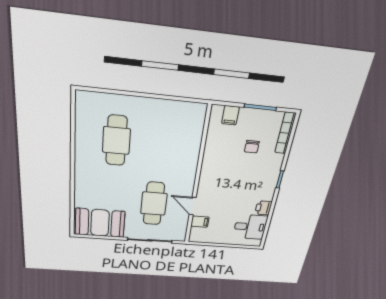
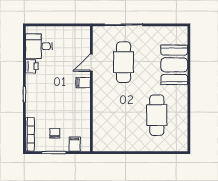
chair: (252, 147) -> (55, 133), moved
door: (193, 206) -> (91, 63), swing flipped
filing cabinet: (200, 222) -> (83, 83), moved
booth: (100, 223) -> (174, 65), moved, turned 90

